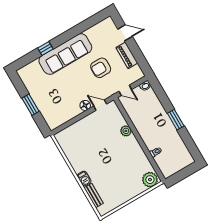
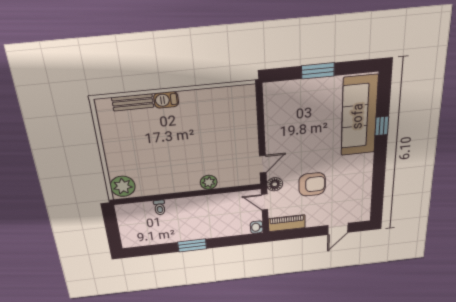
sofa: (65, 54) -> (359, 116), moved
piano: (127, 55) -> (287, 223), moved
armchair: (101, 68) -> (312, 184), turned 90
door: (125, 90) -> (265, 202), hinge flipped
floor lamp: (85, 105) -> (275, 184), moved

